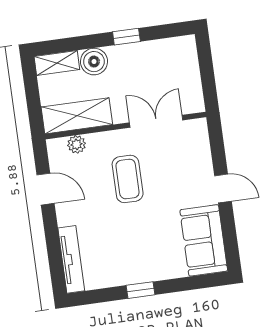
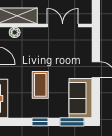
coffee table: (128, 179) -> (40, 85), moved
window: (195, 283) -> (72, 122), added

